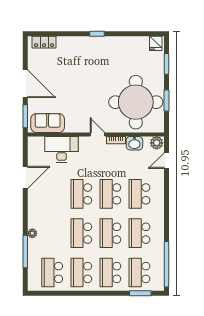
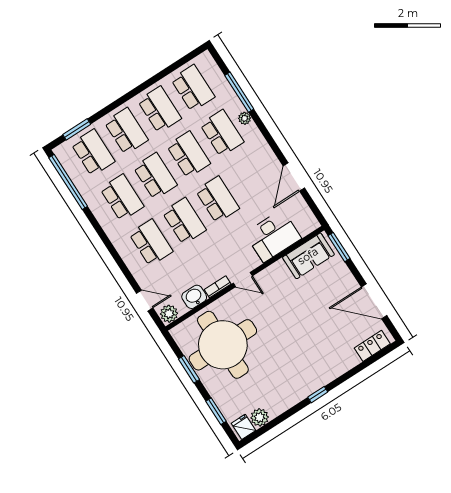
plant: (142, 43) -> (260, 417), added
door: (25, 84) -> (374, 301), moved
door: (166, 161) -> (145, 301), hinge flipped
school desk: (52, 233) -> (222, 133), added

